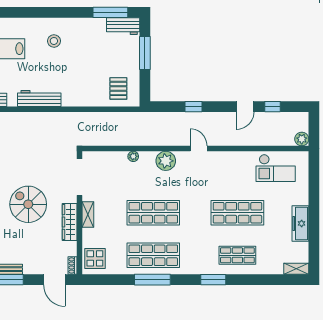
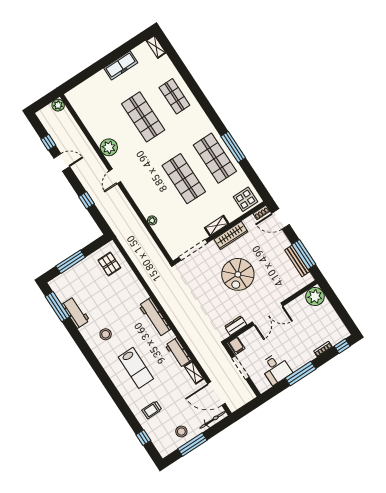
workbench: (123, 26) -> (76, 312), moved
pallet: (118, 88) -> (109, 264), turned 90
plant: (166, 161) -> (109, 147), moved
checkout: (276, 168) -> (92, 110), removed
door: (54, 280) -> (280, 219), swing flipped
window: (213, 280) -> (204, 102), removed

